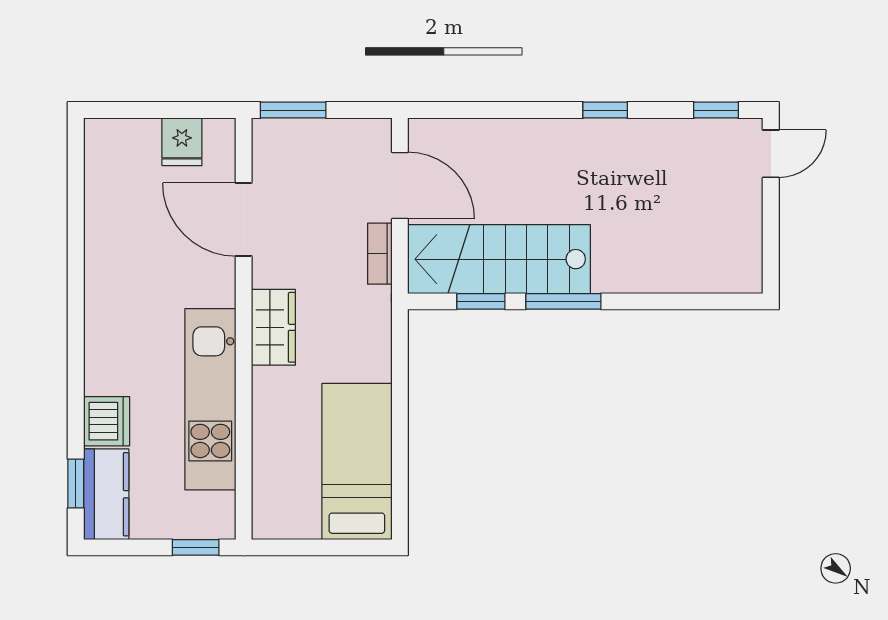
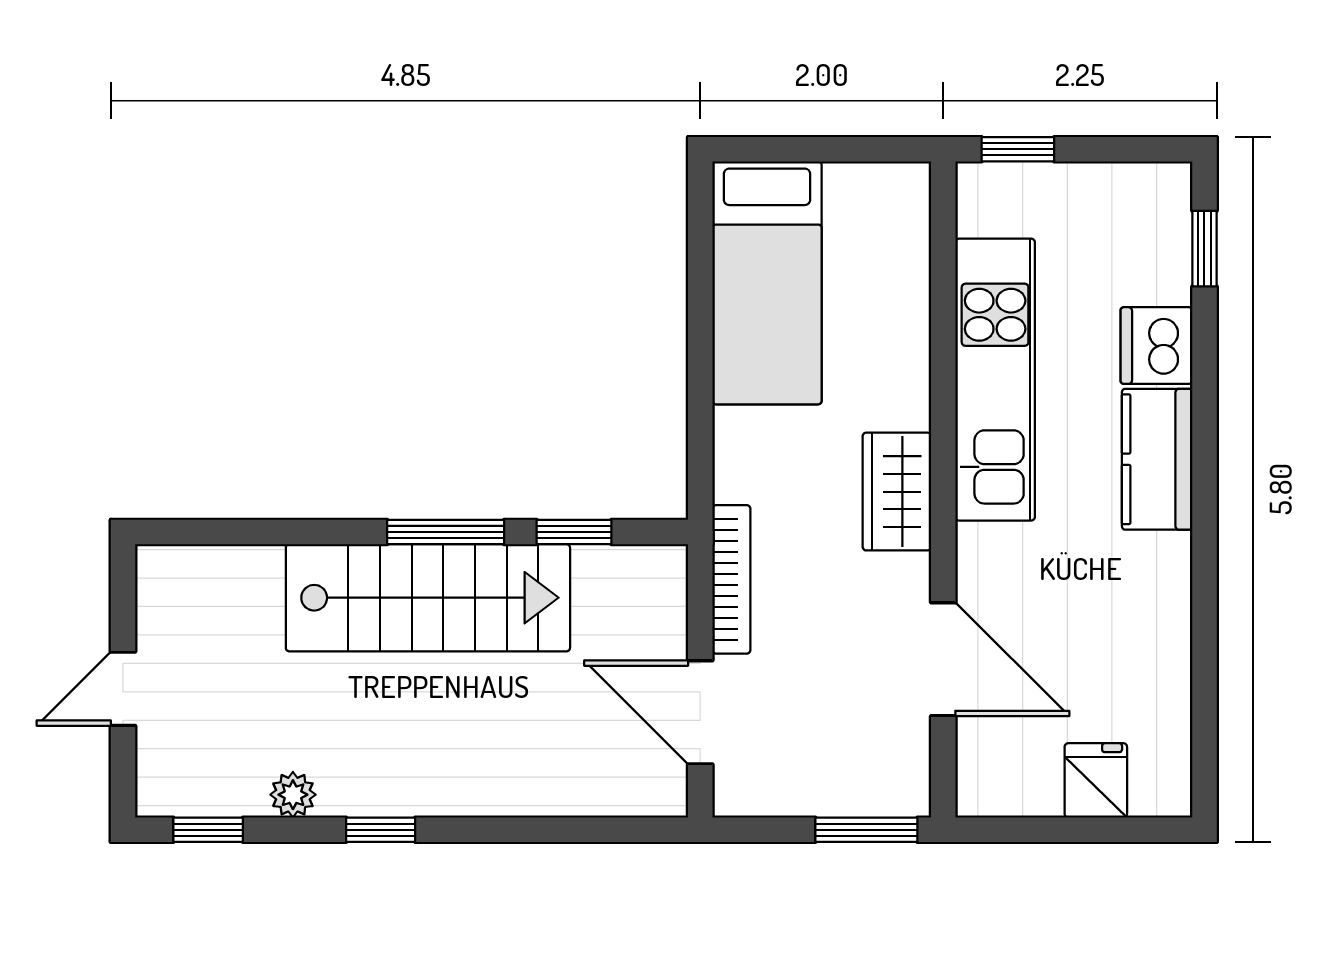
plant: (662, 133) -> (293, 795), added
fridge: (182, 142) -> (1096, 780), moved
door: (771, 154) -> (123, 689), moved
bookcase: (380, 254) -> (731, 579), width x1.56
stairs: (499, 259) -> (428, 598), moved
kitchen counter: (106, 494) -> (1157, 459), moved

